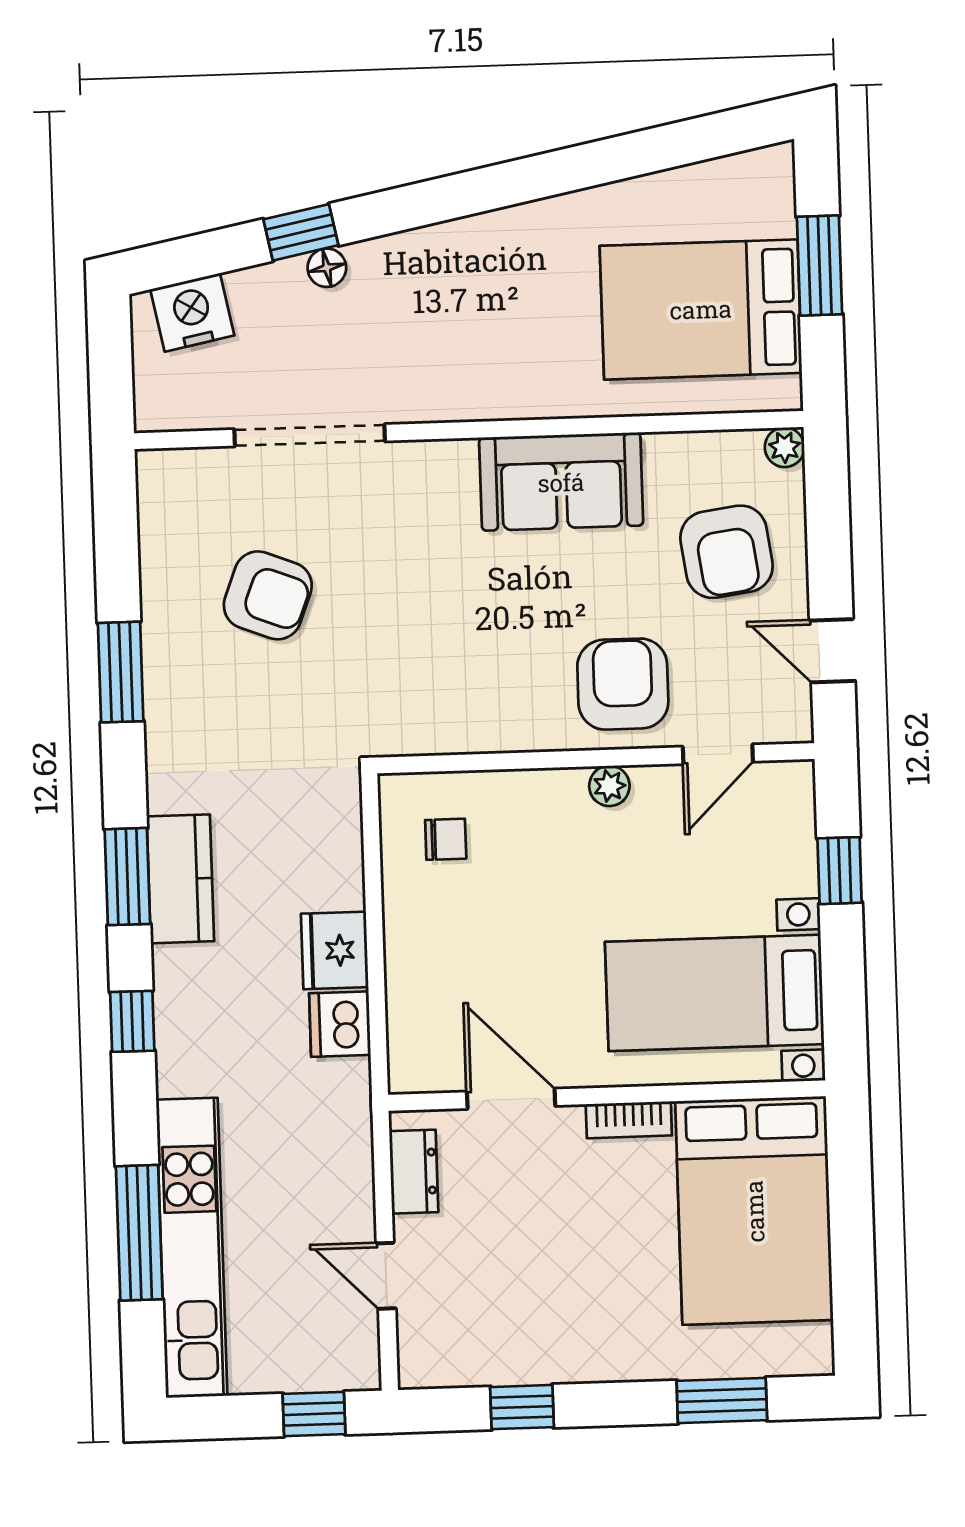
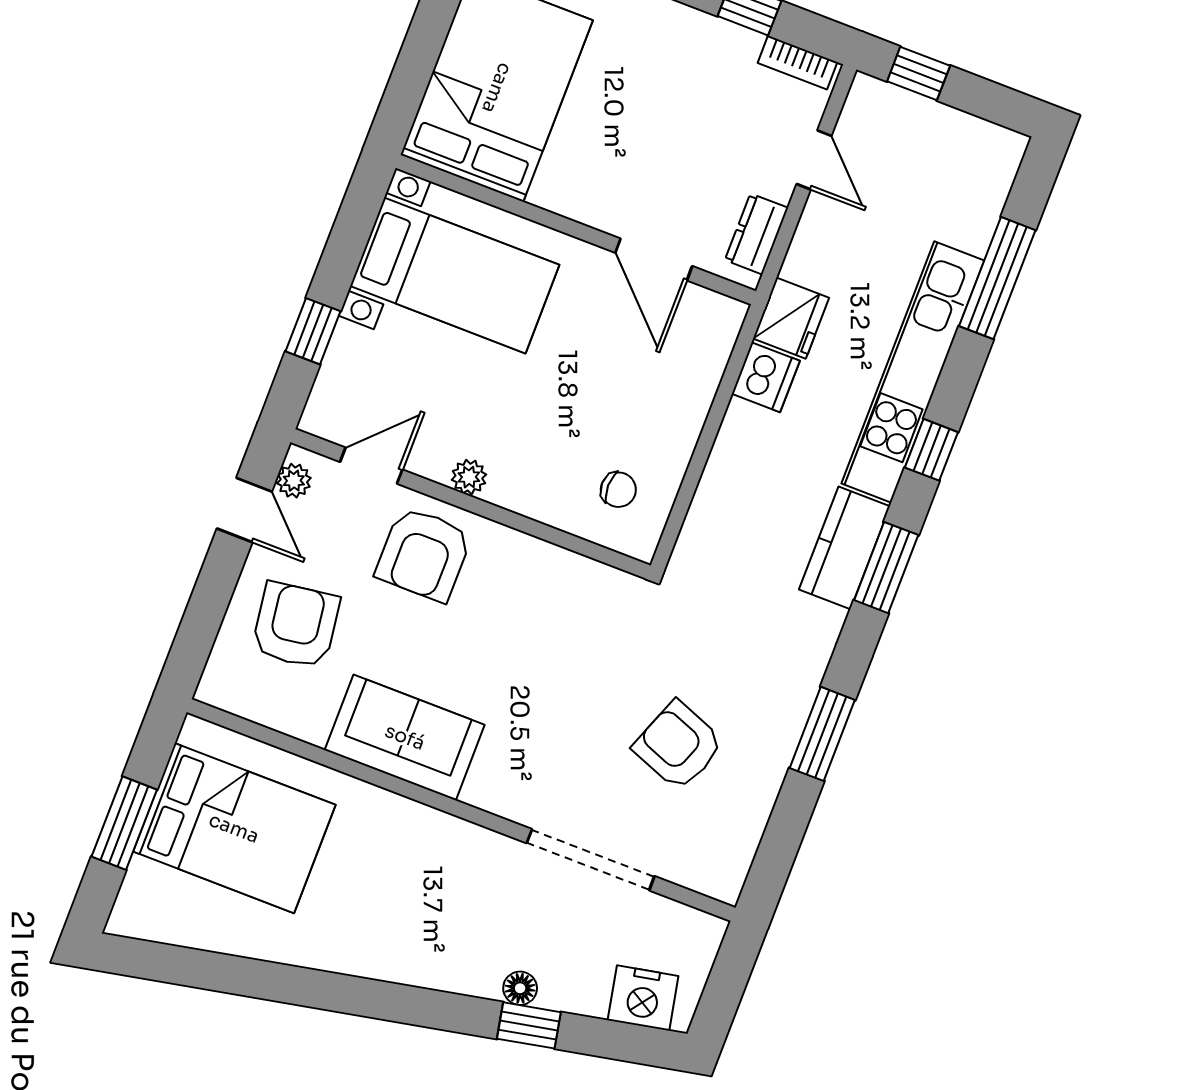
plant: (785, 447) -> (294, 481), moved
chair: (446, 839) -> (618, 490), turned 180
fridge: (335, 950) -> (791, 318), moved
bookcase: (629, 1120) -> (798, 63), moved, turned 180
kitchen unit: (192, 1248) -> (913, 372), moved

